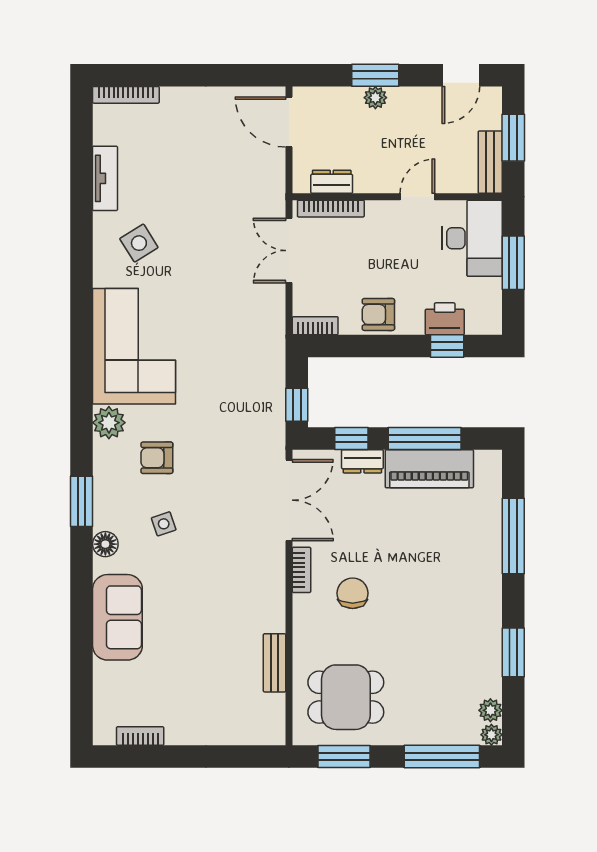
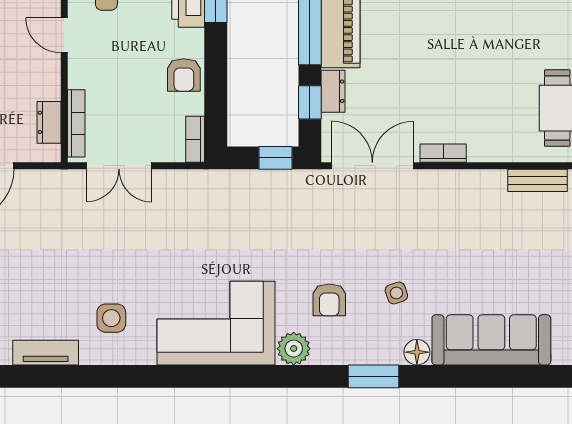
side table: (139, 243) -> (111, 318), turned 32
chair: (353, 593) -> (467, 101), removed
sofa: (117, 617) -> (491, 340), width x1.36

